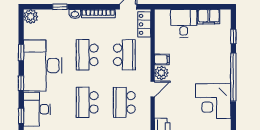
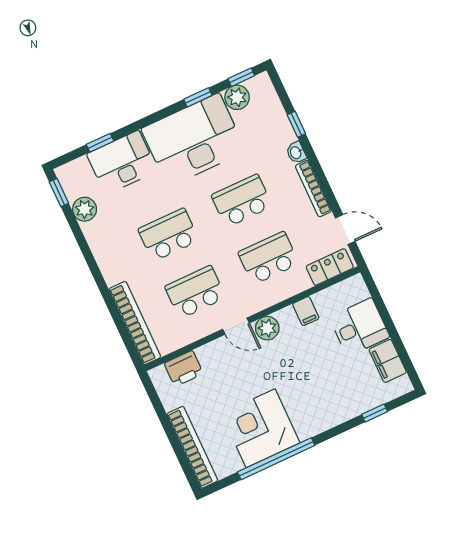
plant: (31, 16) -> (237, 97), moved
school desk: (124, 55) -> (268, 258), turned 180
filing cabinet: (162, 59) -> (306, 311), moved
window: (233, 77) -> (276, 459), moved
window: (21, 83) -> (241, 77), moved

